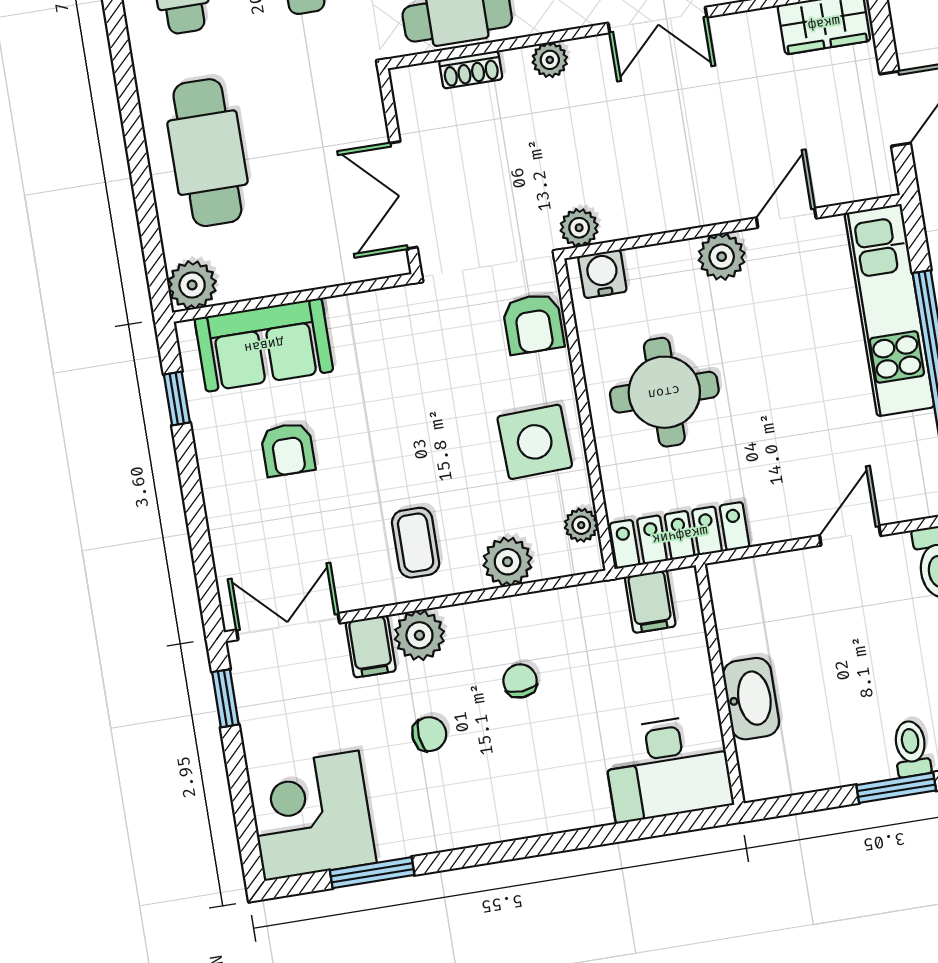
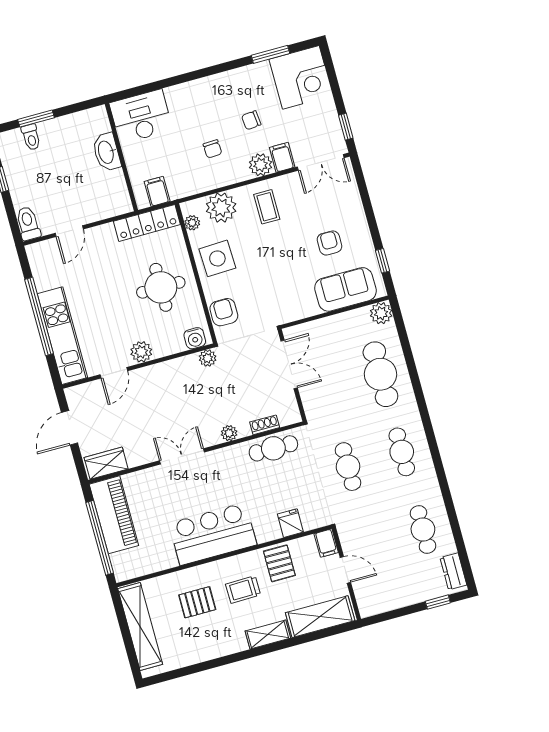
plant: (508, 562) -> (221, 208), width x1.36, depth x1.36

